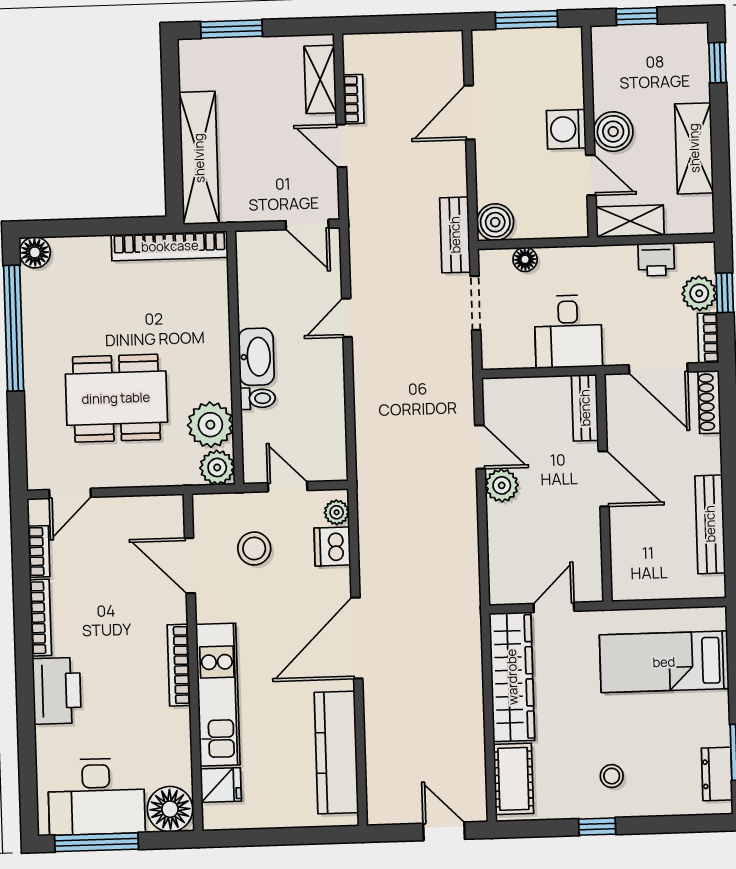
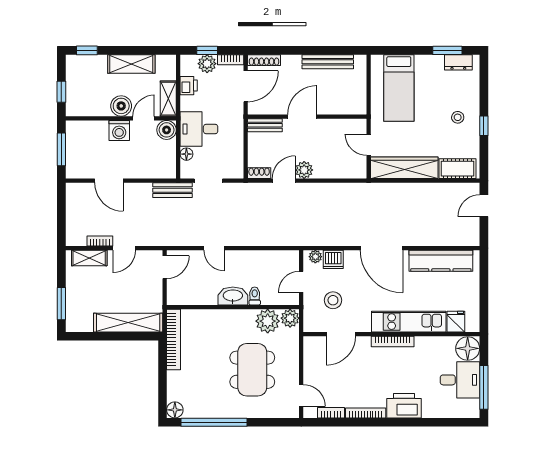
boiler: (495, 222) -> (167, 130), moved
desk: (568, 331) -> (199, 129), moved, turned 180
shoe rack: (493, 399) -> (259, 173), added
desk: (96, 797) -> (460, 380), width x0.73

